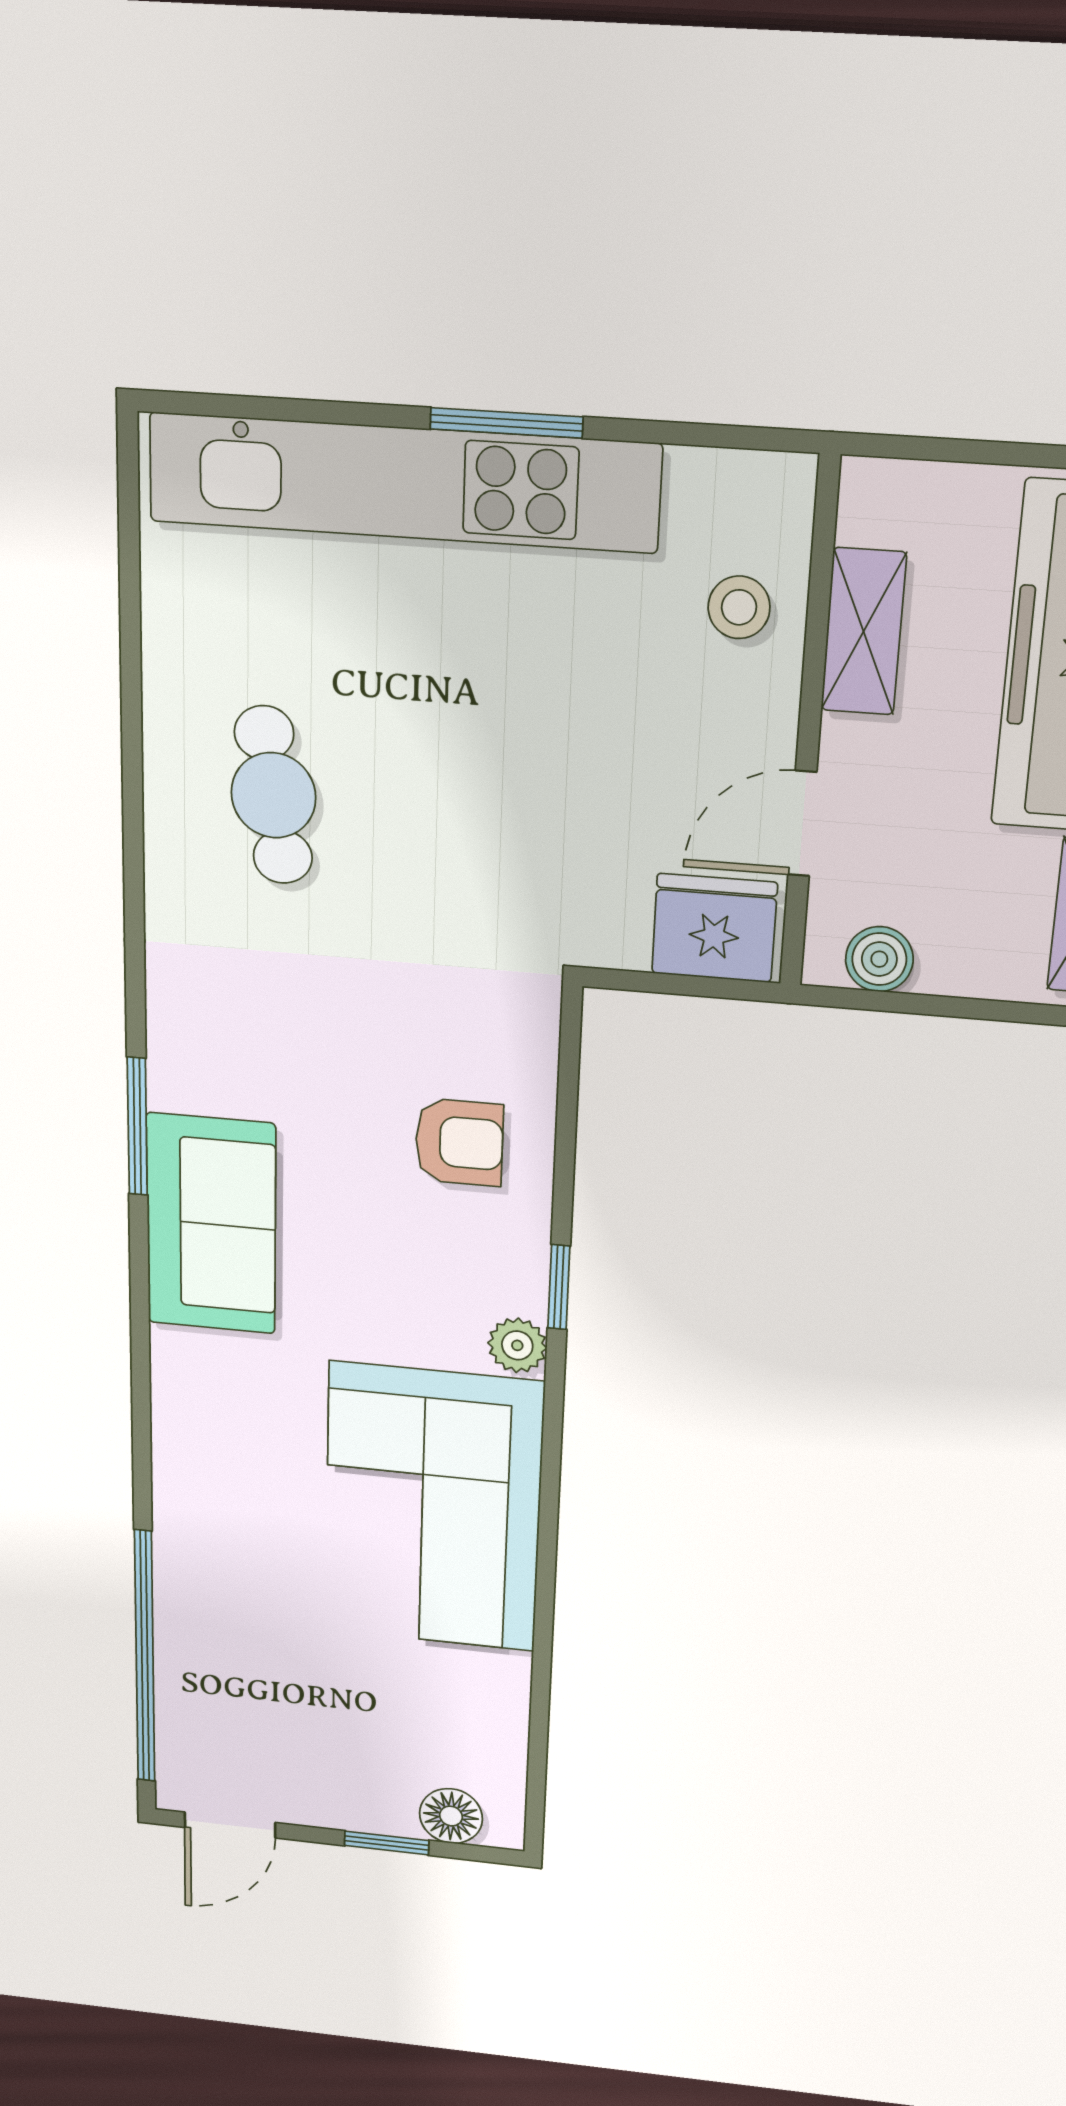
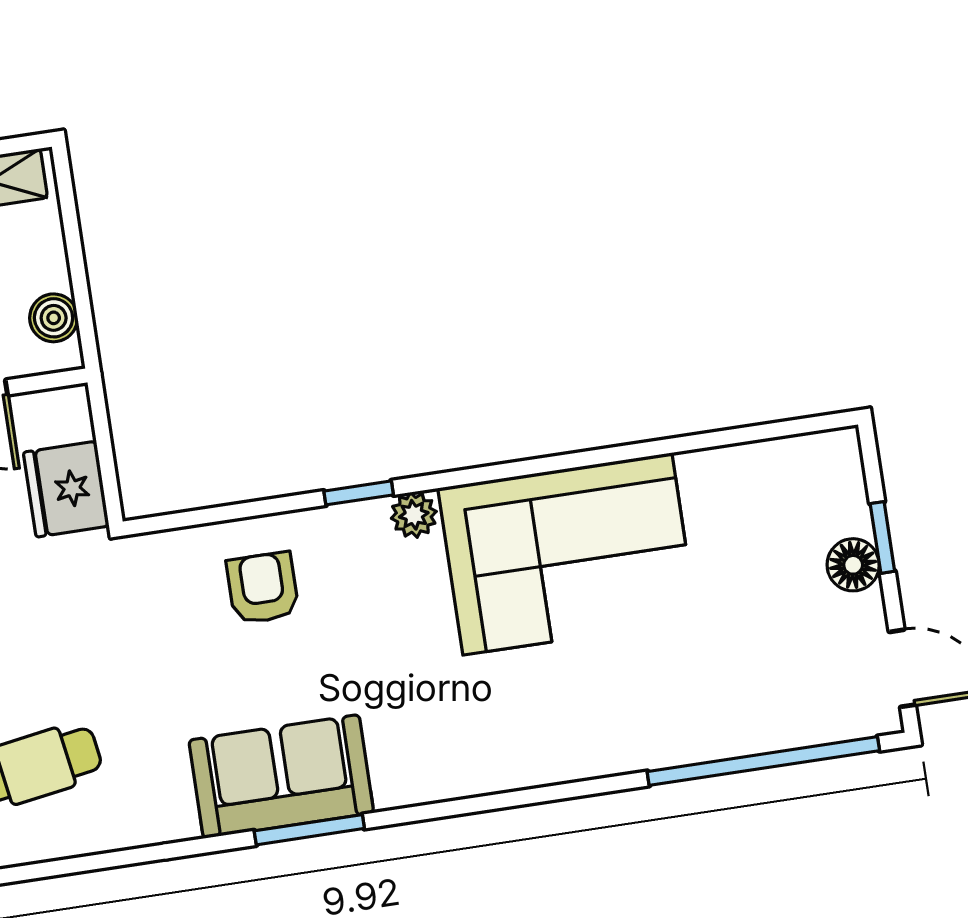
fridge: (714, 928) -> (66, 489), moved
sofa: (211, 1224) -> (281, 776), moved
floor lamp: (451, 1816) -> (853, 565), moved

